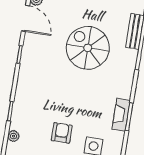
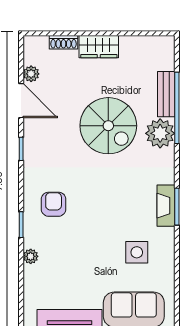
spiral stairs: (88, 48) -> (108, 126), turned 180
plant: (126, 60) -> (160, 133), added
armchair: (62, 133) -> (54, 204), moved

